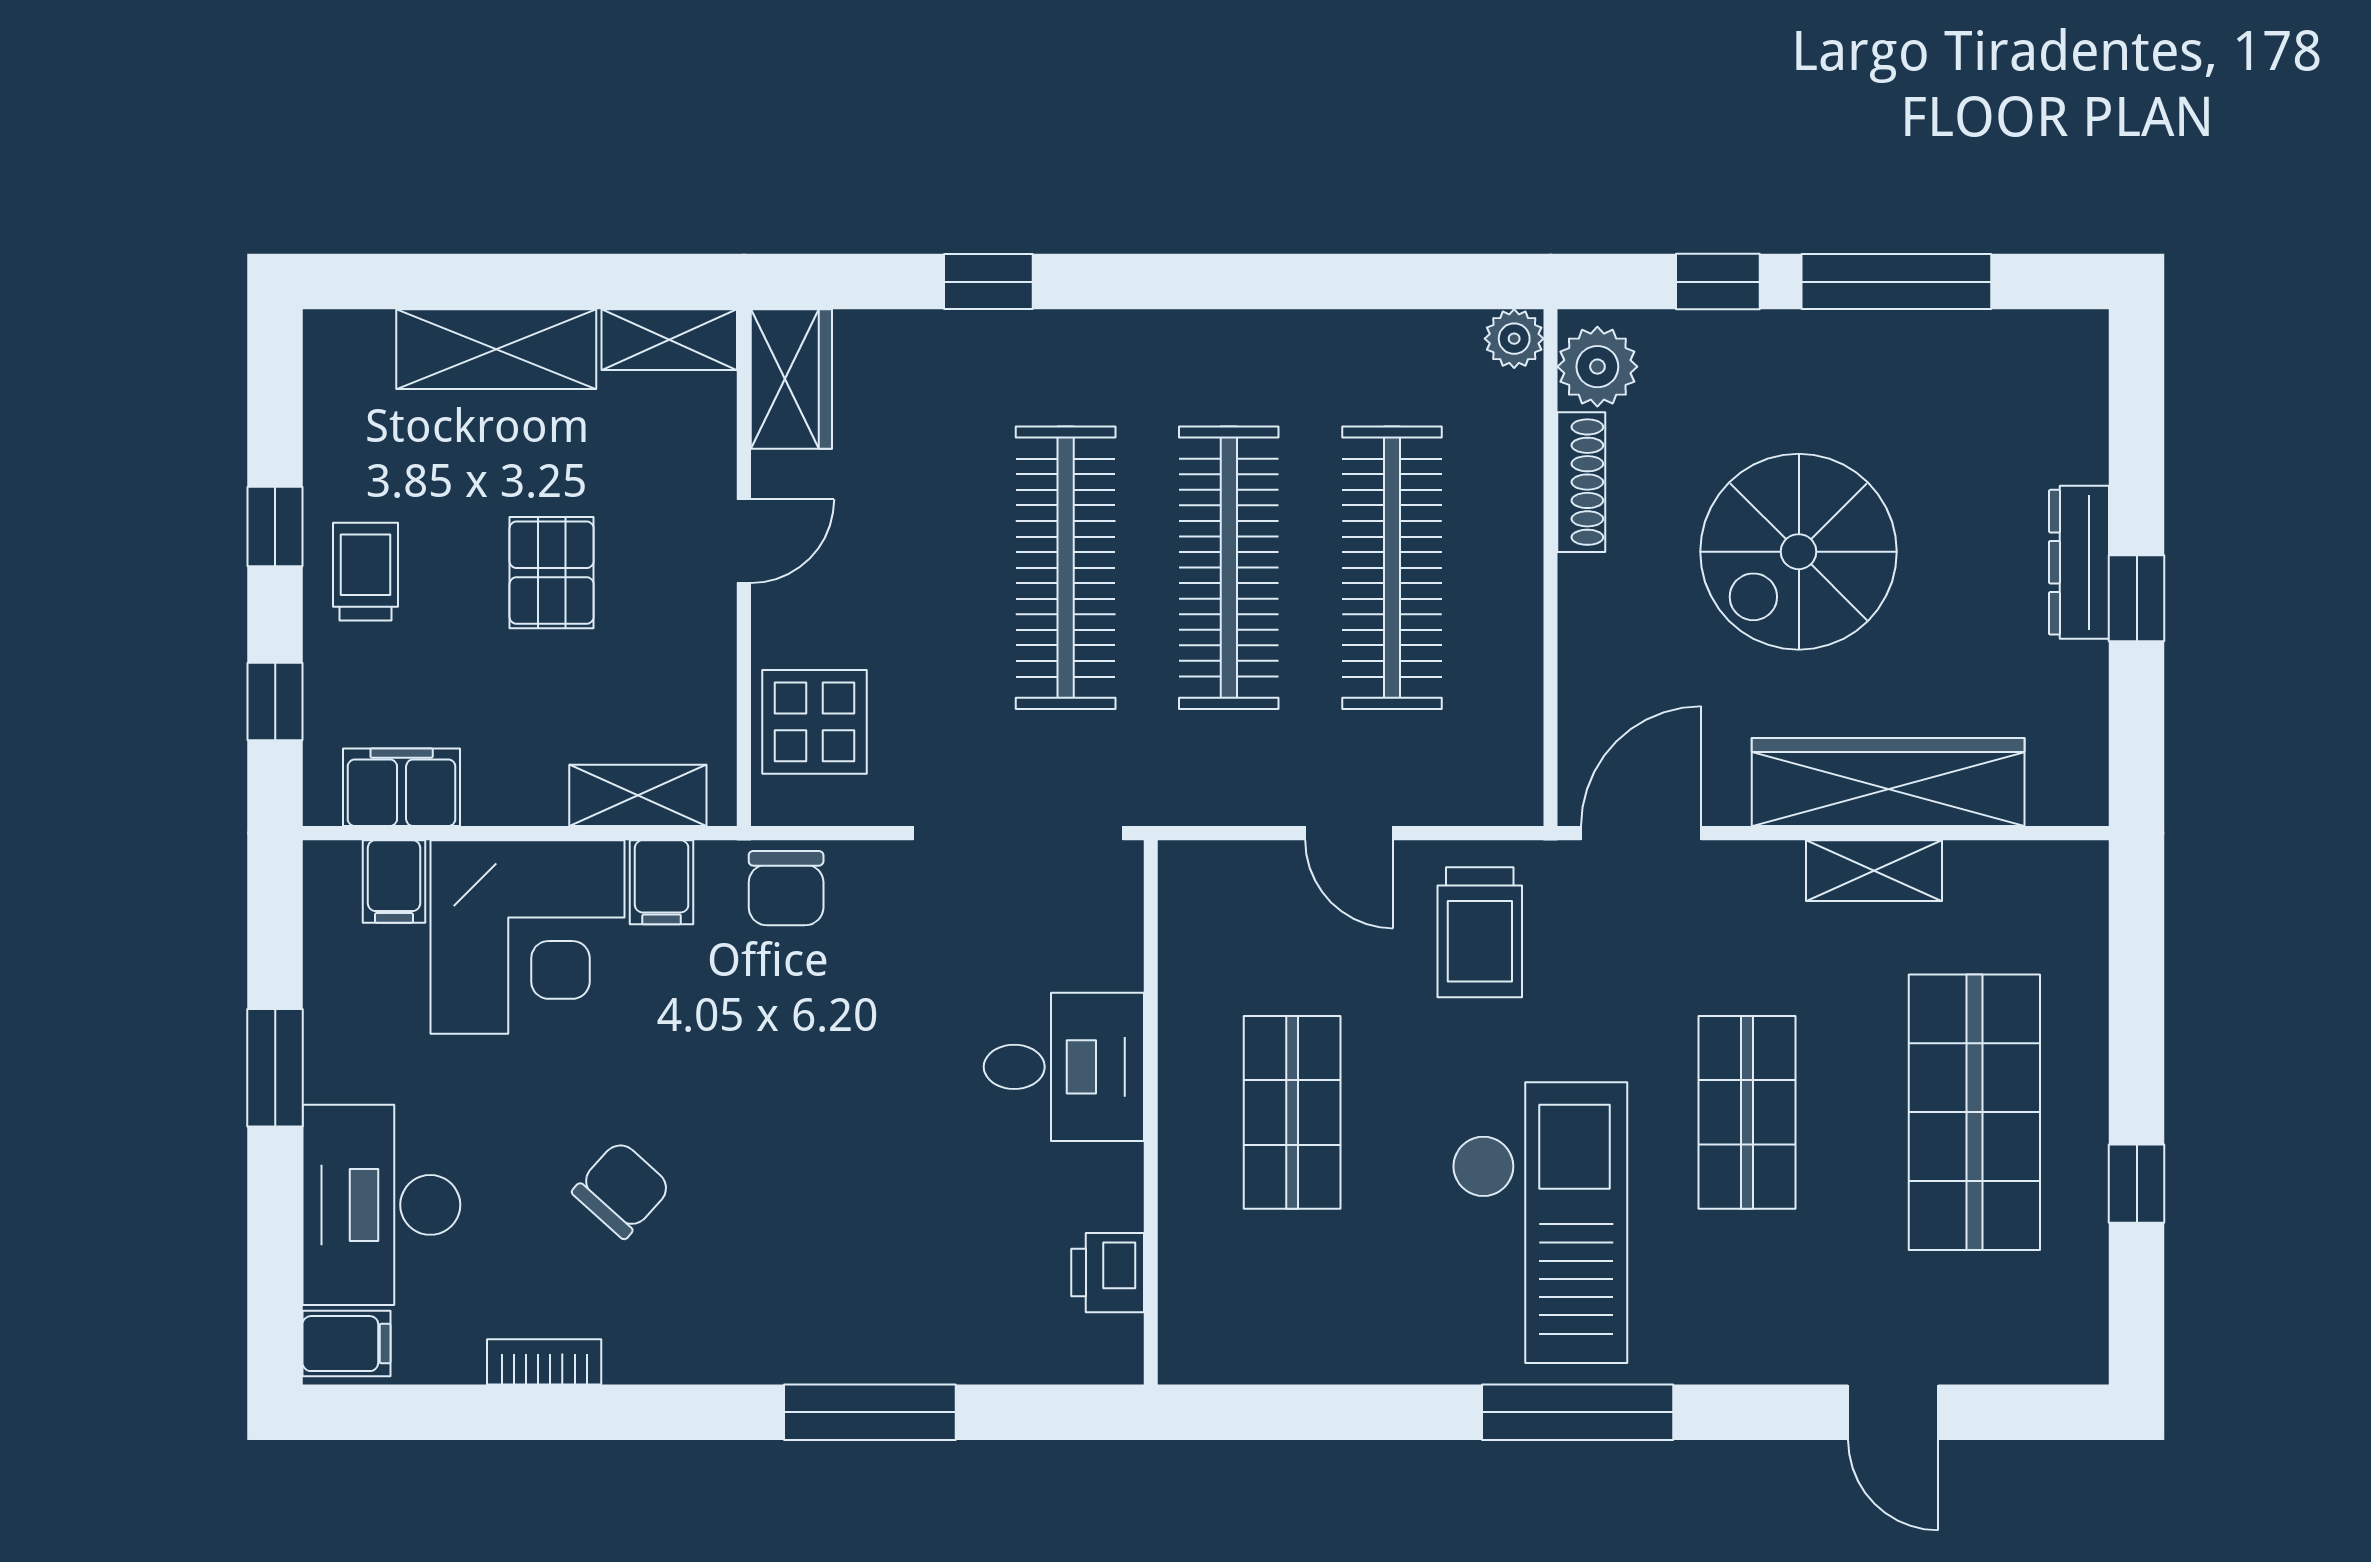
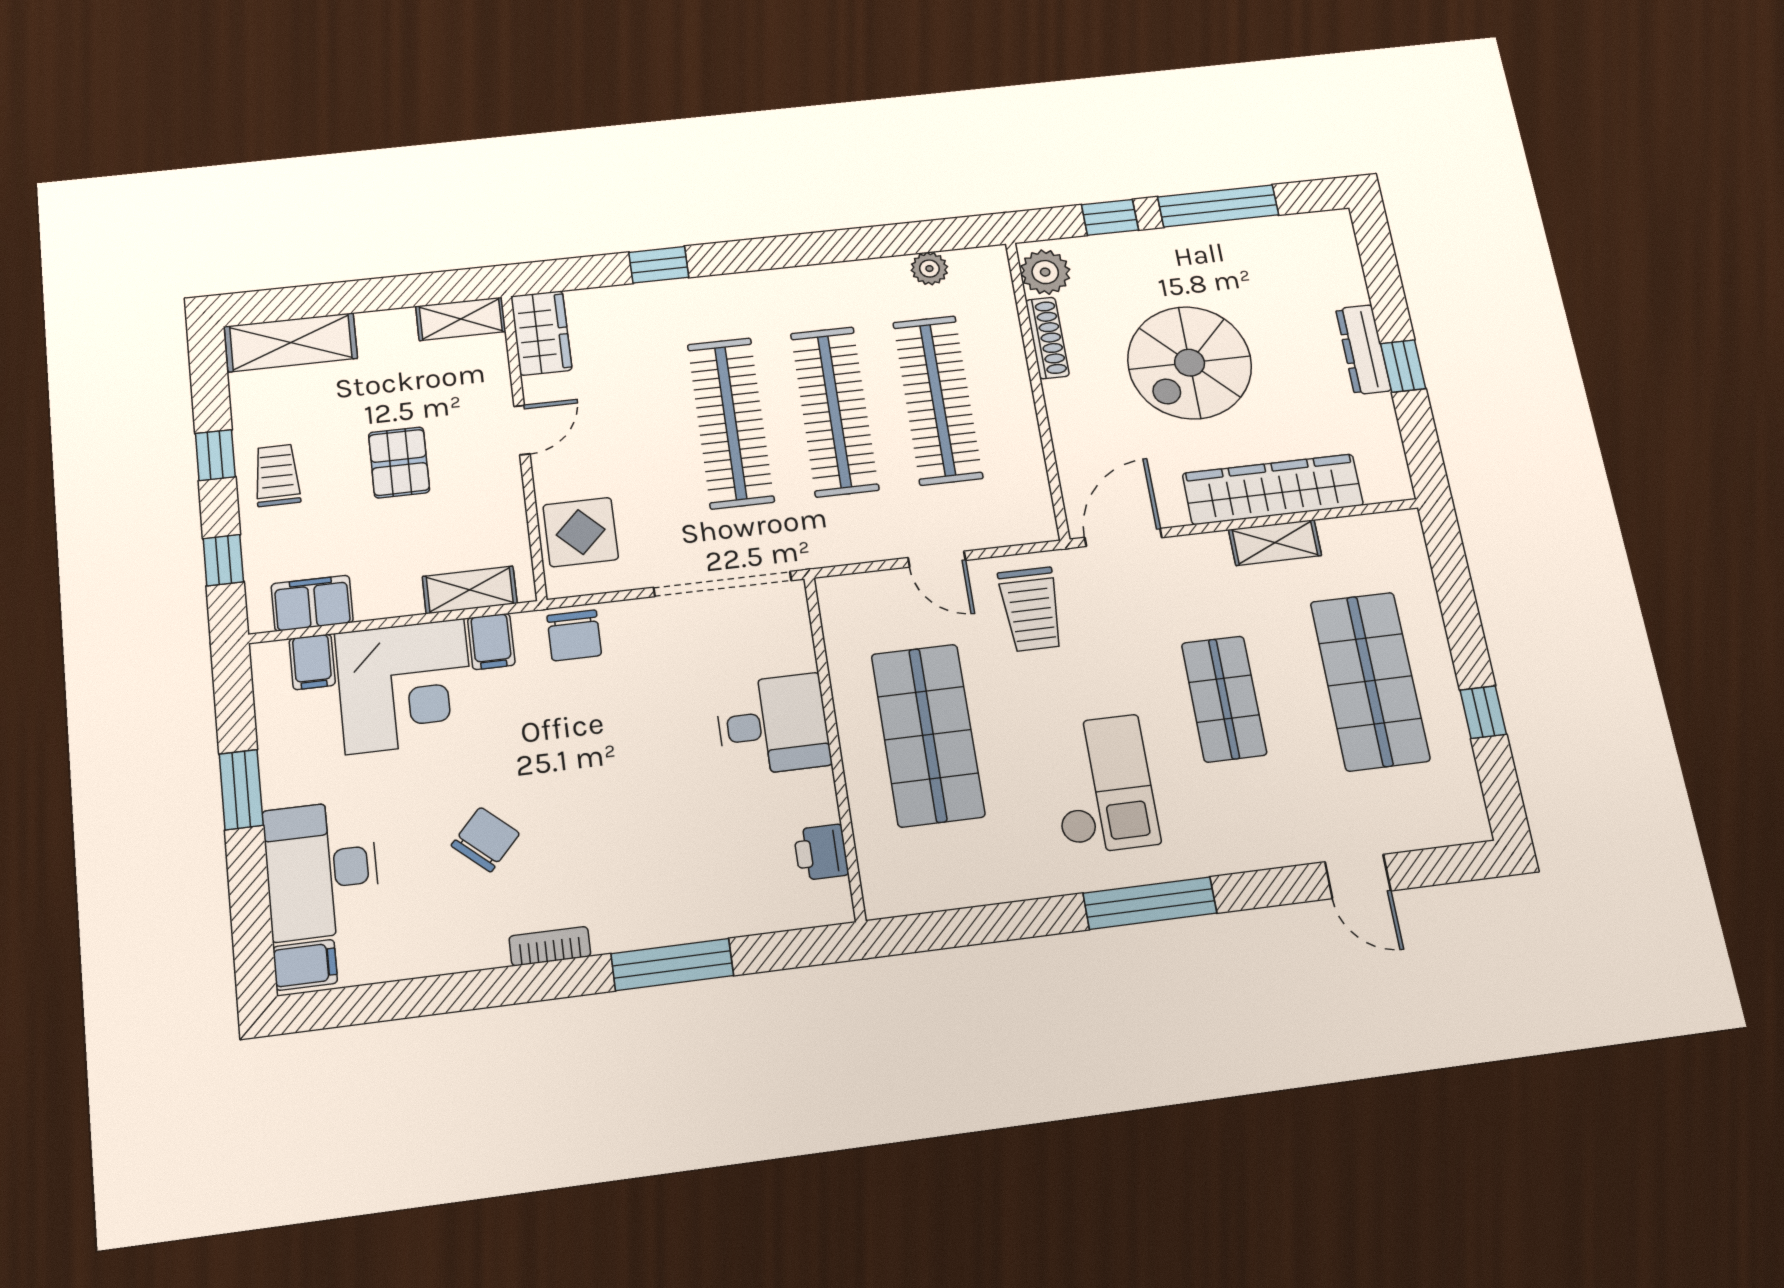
plant: (1514, 339) -> (929, 269), moved
shelving: (496, 349) -> (291, 342), moved
shop shelf: (1292, 1112) -> (928, 735), width x1.43, depth x1.36
checkout: (1539, 1223) -> (1102, 784), width x0.73, depth x0.83
bookcase: (544, 1362) -> (550, 946), moved

